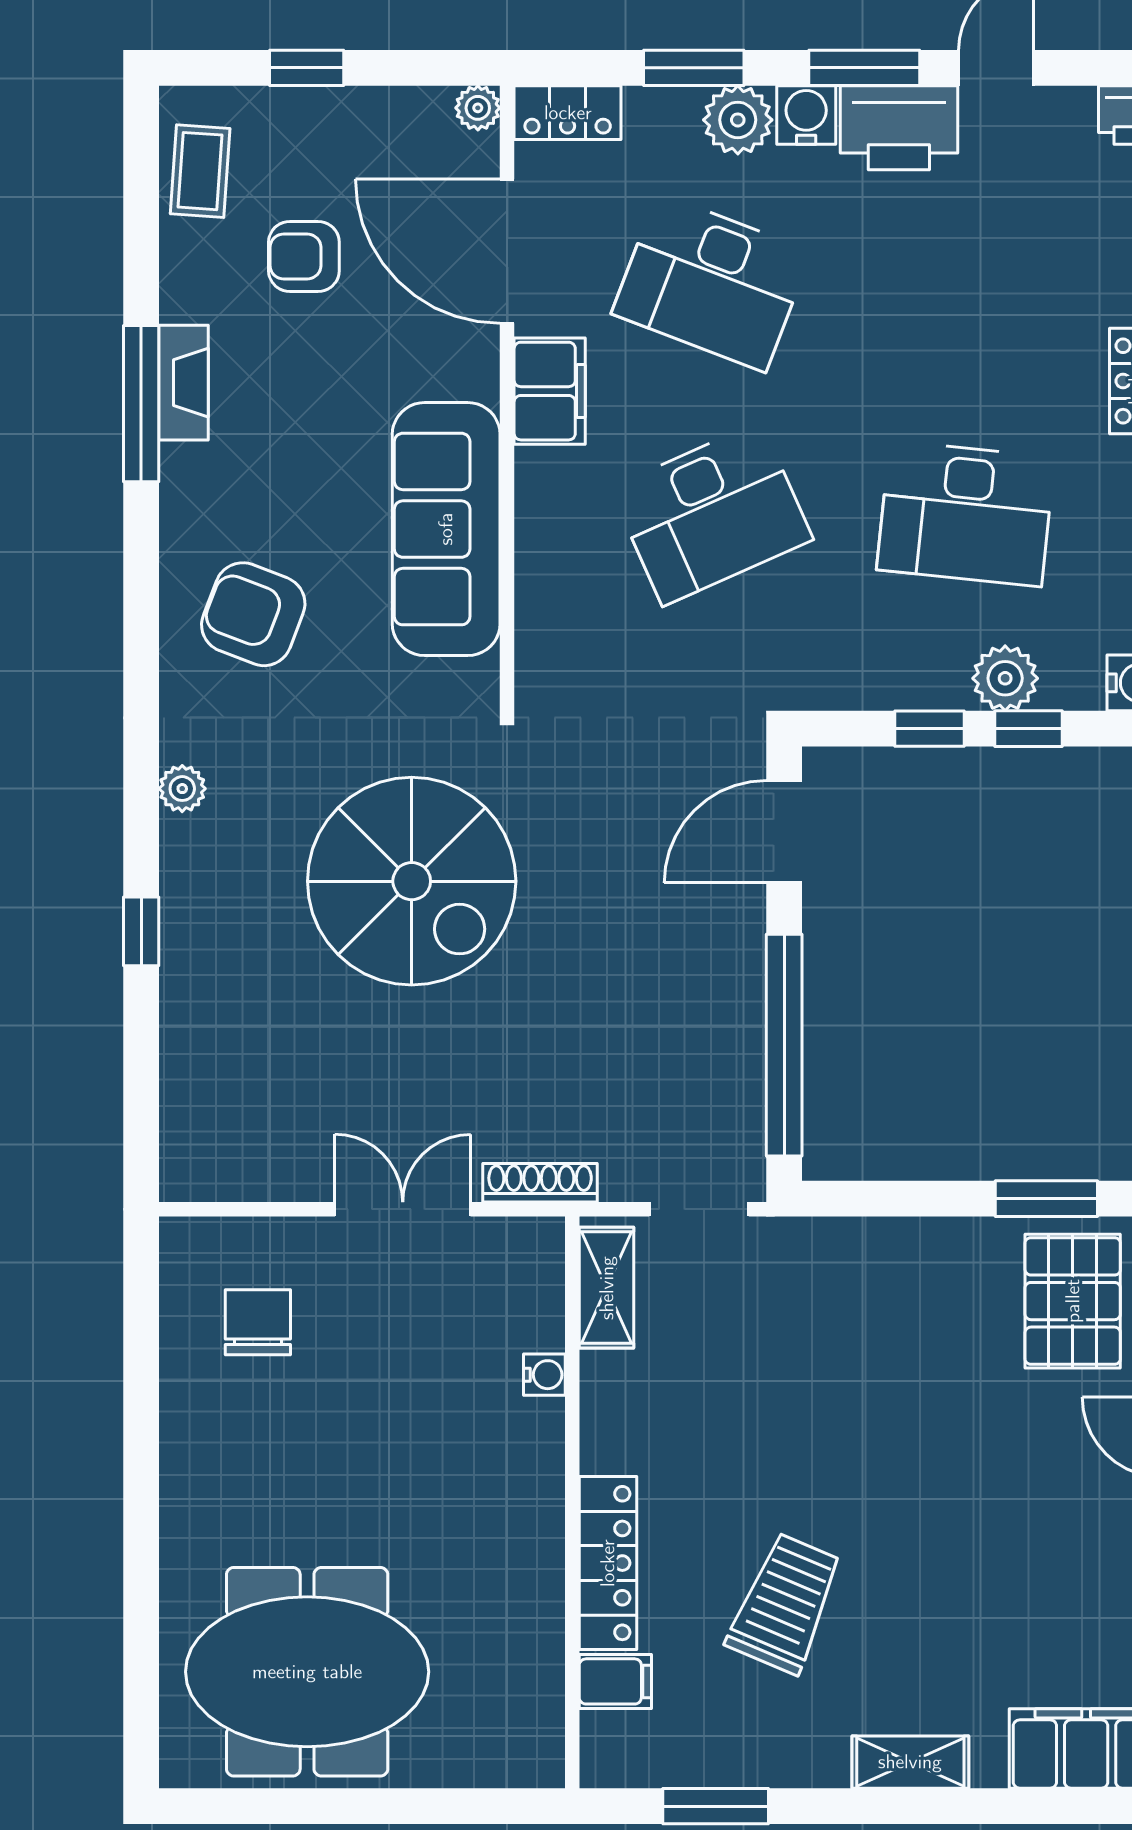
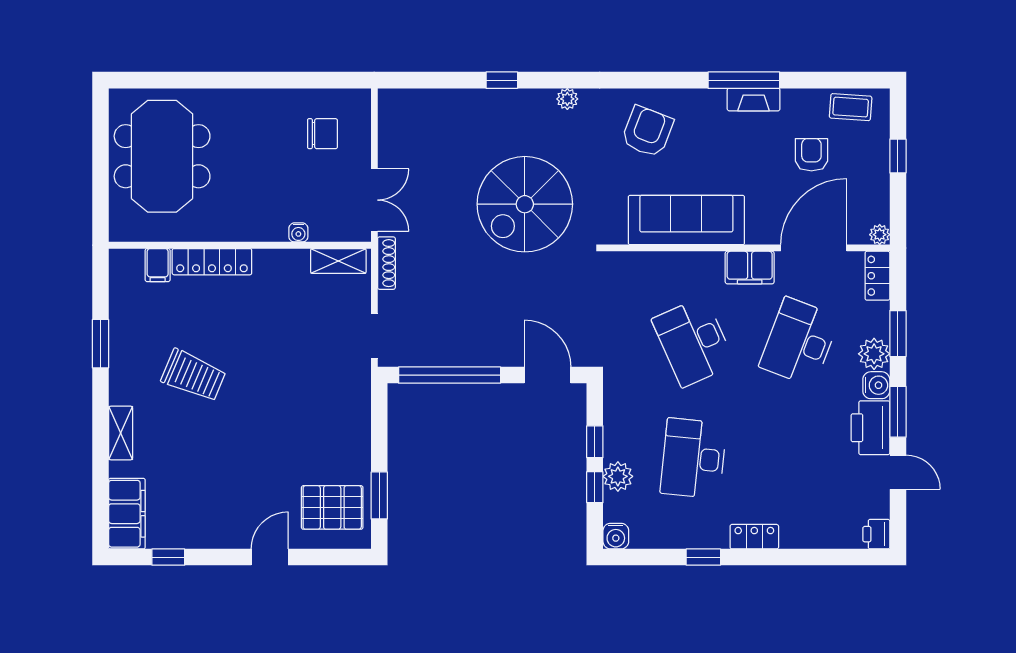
shelving: (607, 1288) -> (338, 261), moved
water cooler: (544, 1375) -> (298, 232), moved
wall: (572, 1502) -> (240, 245), moved
locker: (608, 1563) -> (212, 262), moved
filing cabinet: (615, 1681) -> (158, 265), moved

